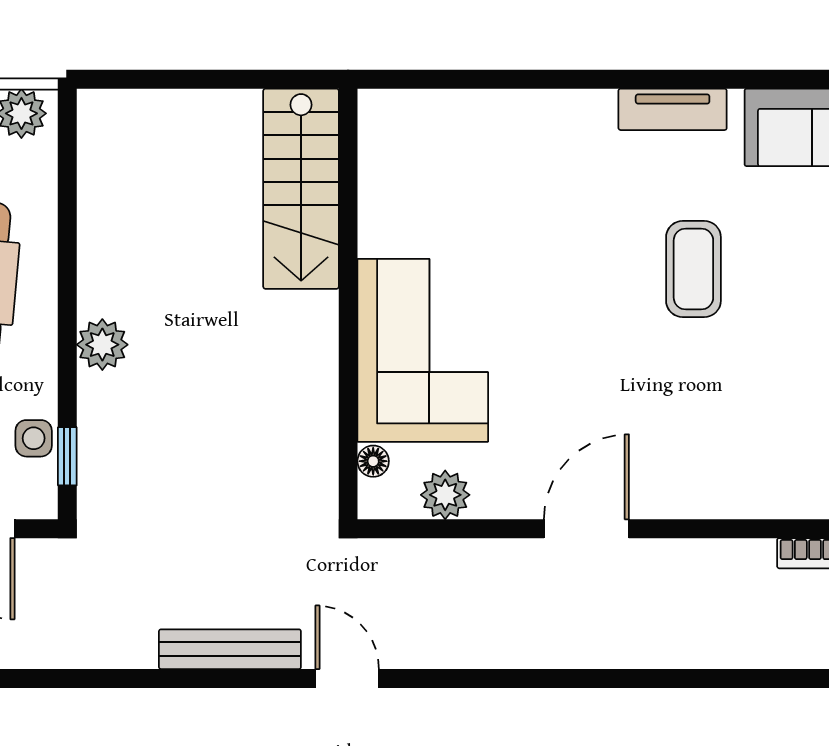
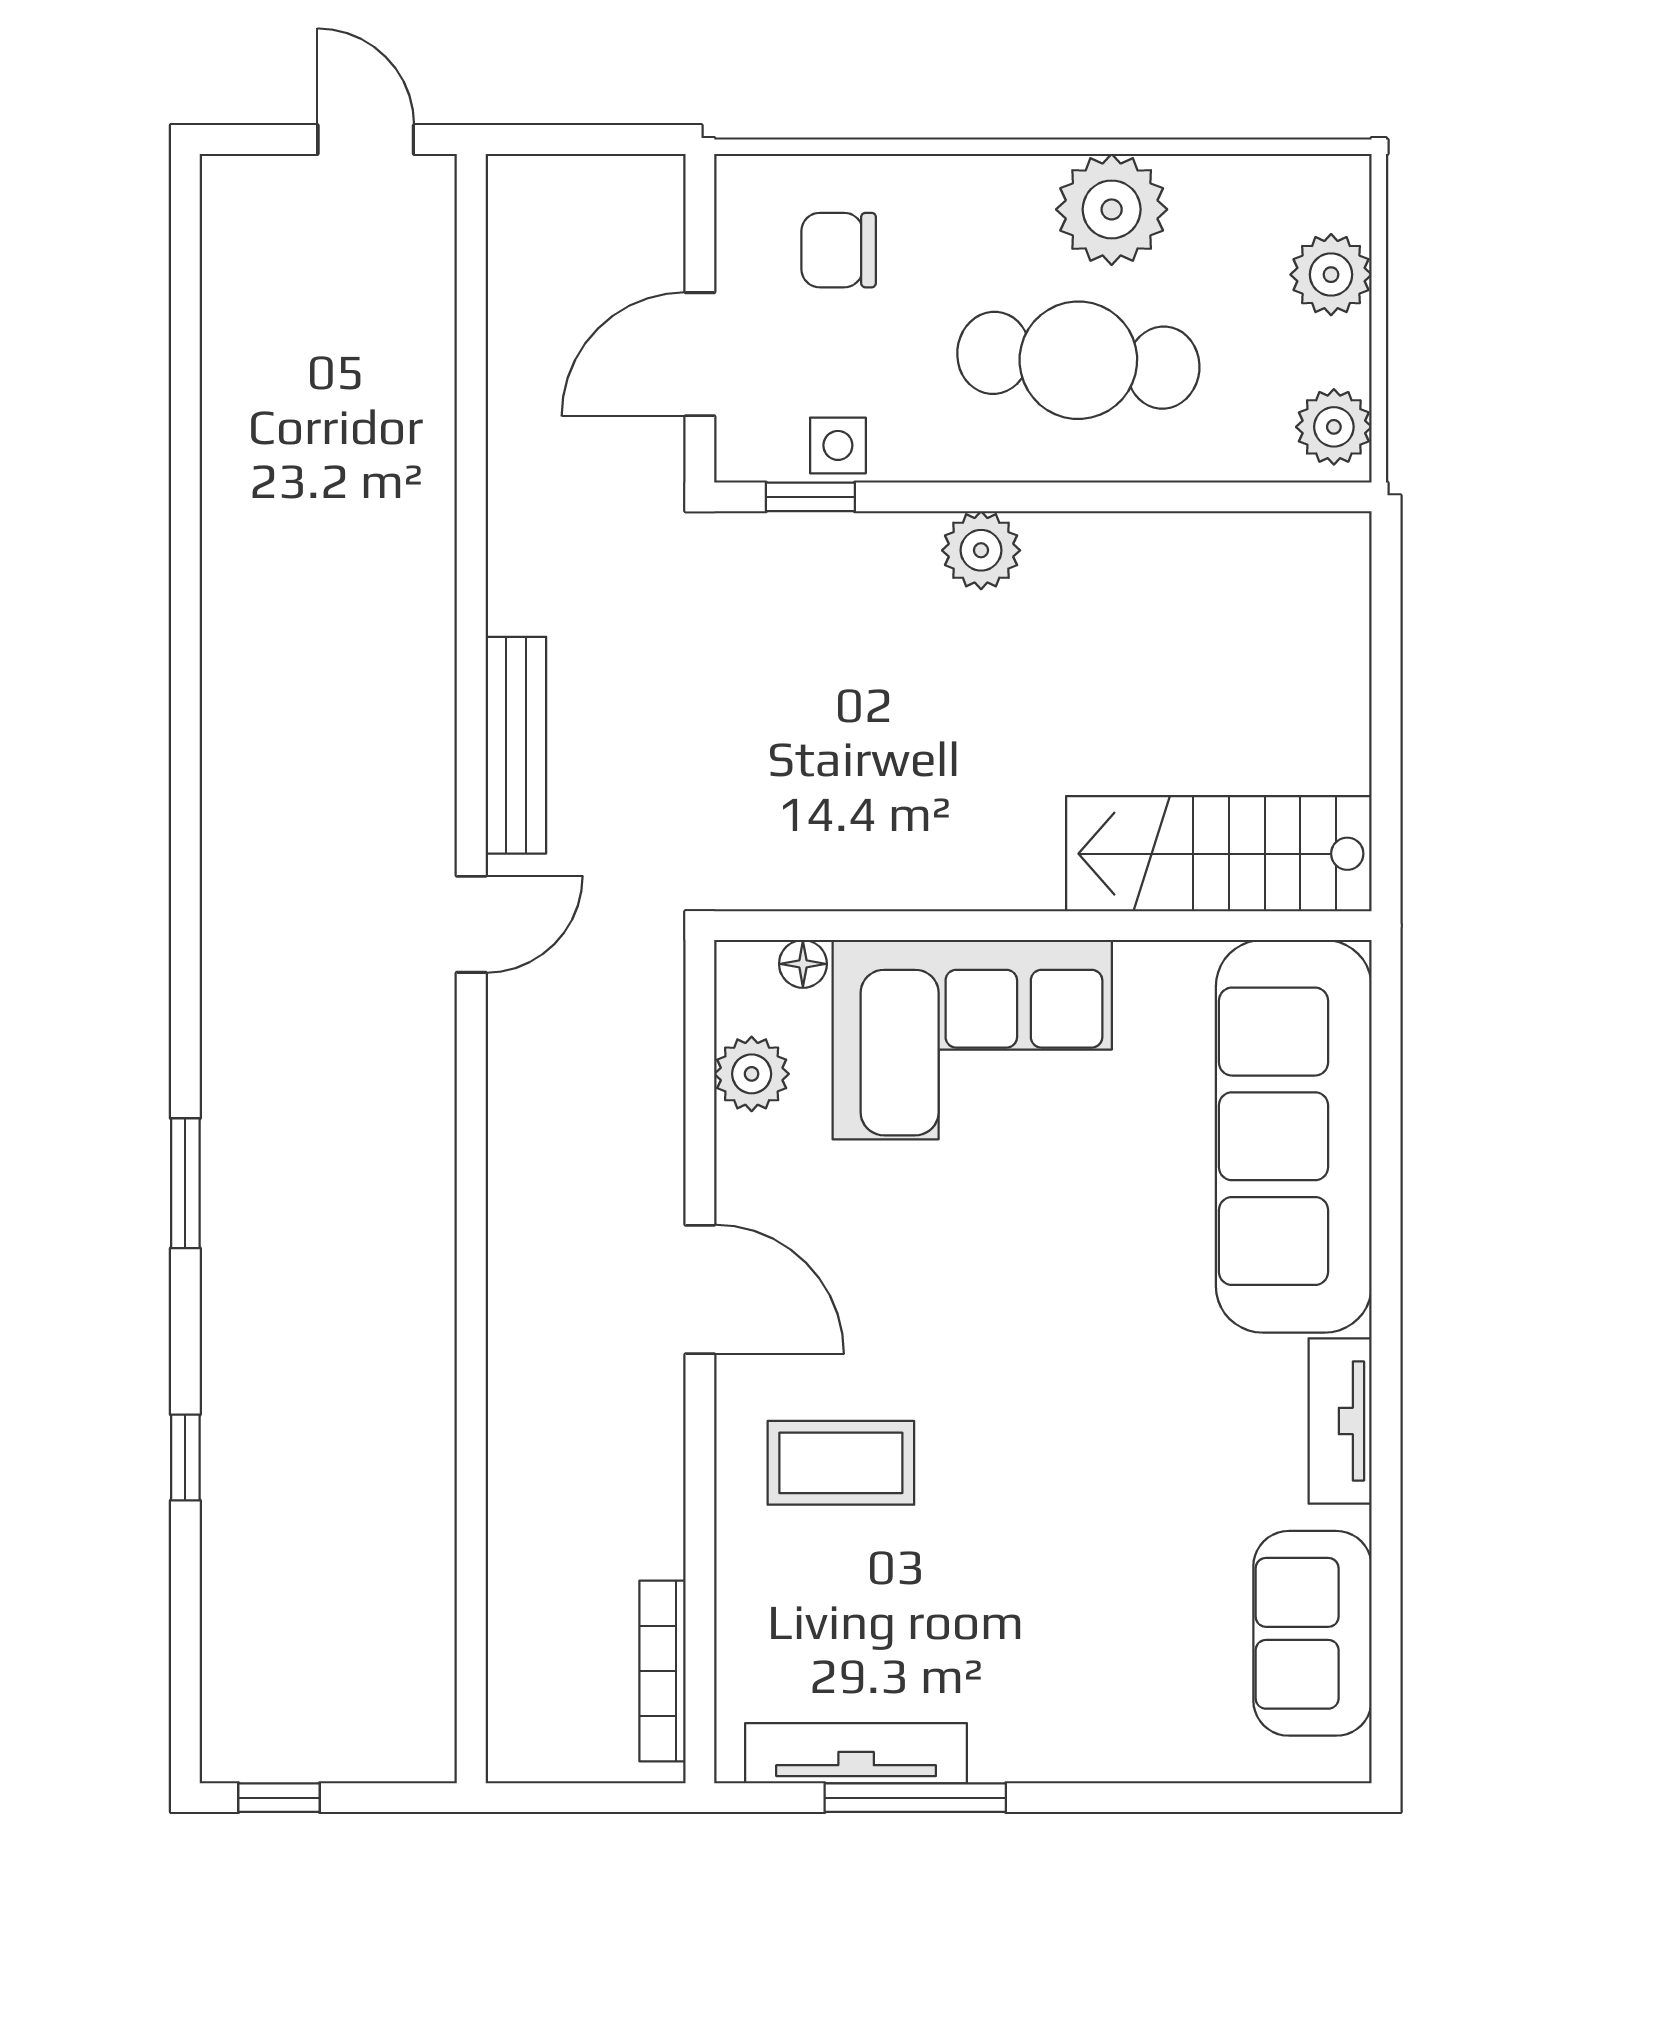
sofa: (486, 140) -> (1294, 1136), added
coffee table: (693, 269) -> (841, 1463), moved

